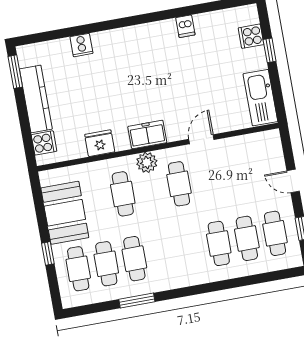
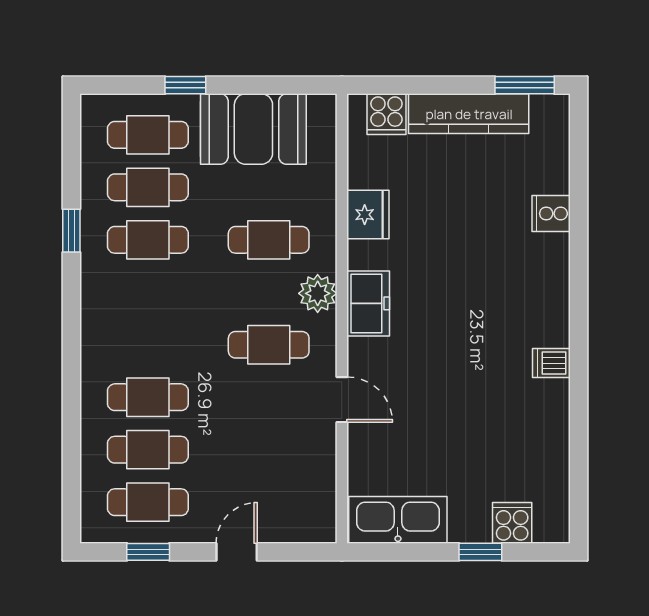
dishwasher: (185, 26) -> (551, 363), moved
window: (137, 301) -> (71, 231), width x0.67

